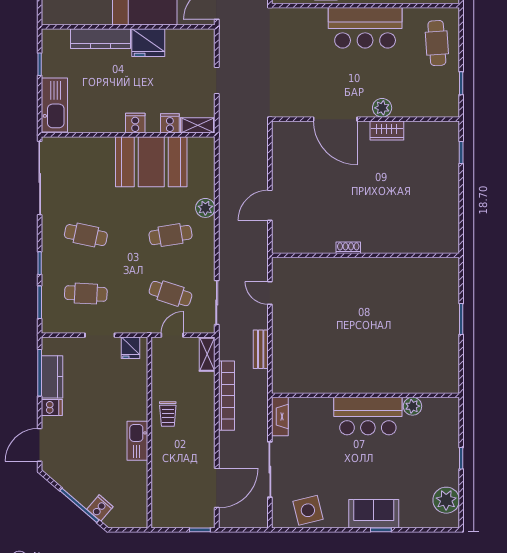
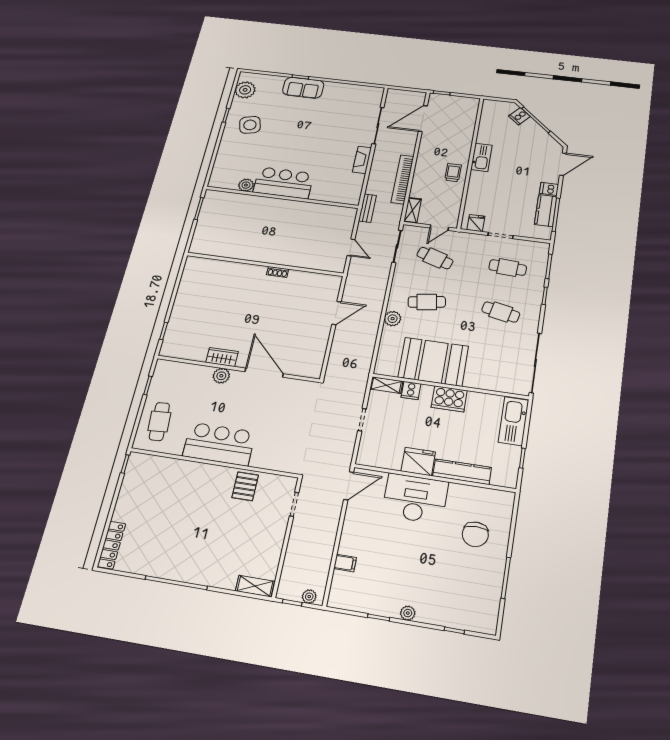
cooker: (135, 123) -> (449, 399), width x1.87, depth x1.31
wall: (366, 395) -> (282, 197), moved
plant: (412, 406) -> (246, 185), moved
bar counter: (368, 416) -> (283, 183), moved
side table: (308, 510) -> (250, 125), moved

